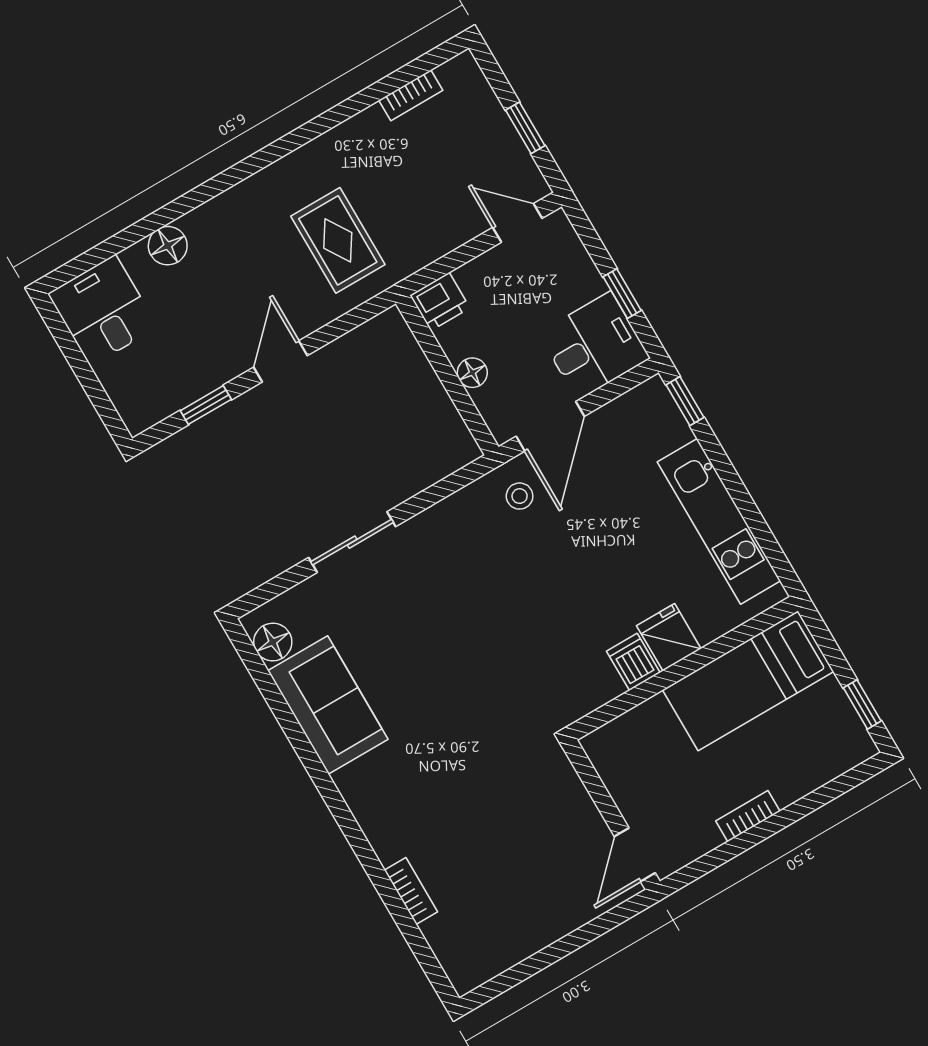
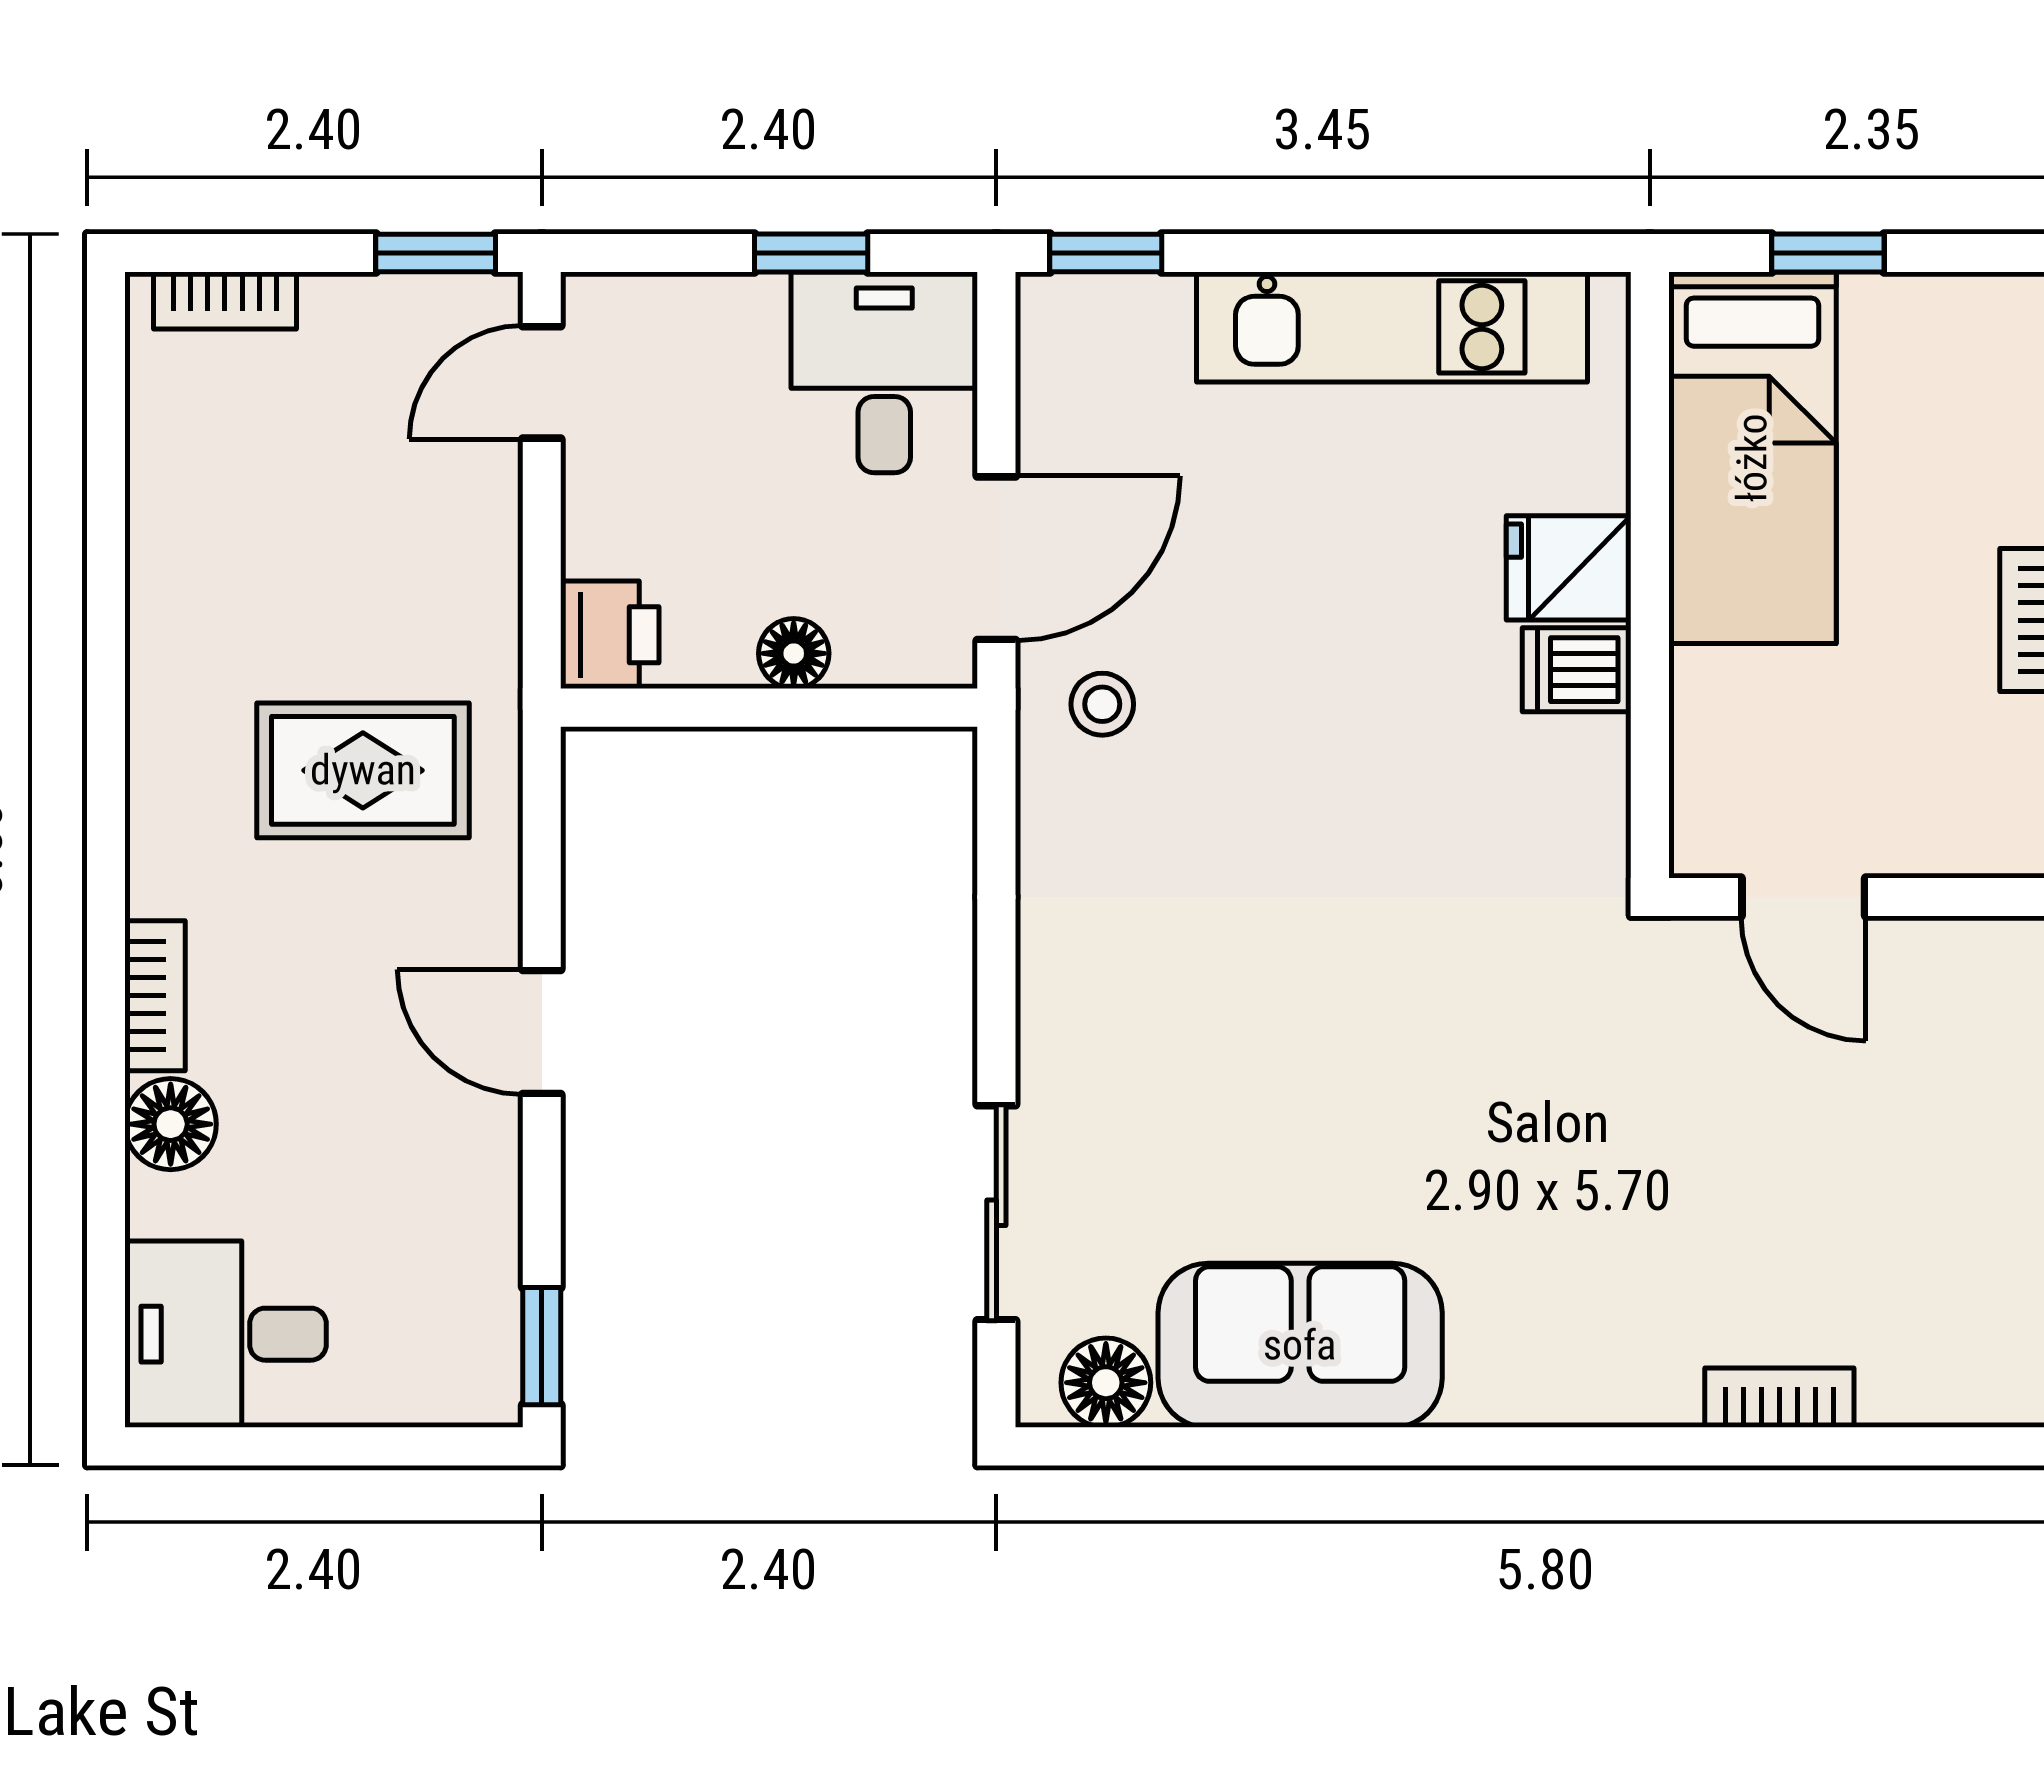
bookcase: (411, 95) -> (225, 300), moved, turned 90
window: (525, 128) -> (436, 253), moved
bookcase: (211, 213) -> (155, 996), added
window: (206, 405) -> (542, 1346), moved
door: (550, 426) -> (996, 558), hinge flipped
sliding door: (352, 542) -> (996, 1213), moved
window: (862, 704) -> (1828, 253), moved
door: (635, 855) -> (1803, 897), moved

